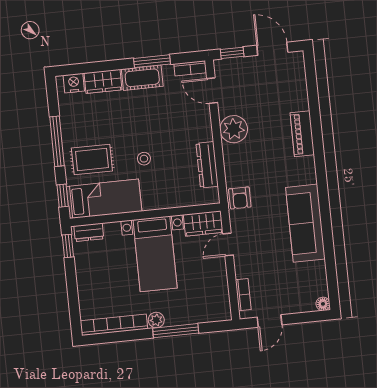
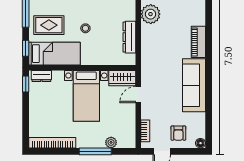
piano: (302, 134) -> (198, 42), moved
armchair: (240, 198) -> (178, 133), moved
plant: (156, 320) -> (111, 142), moved

